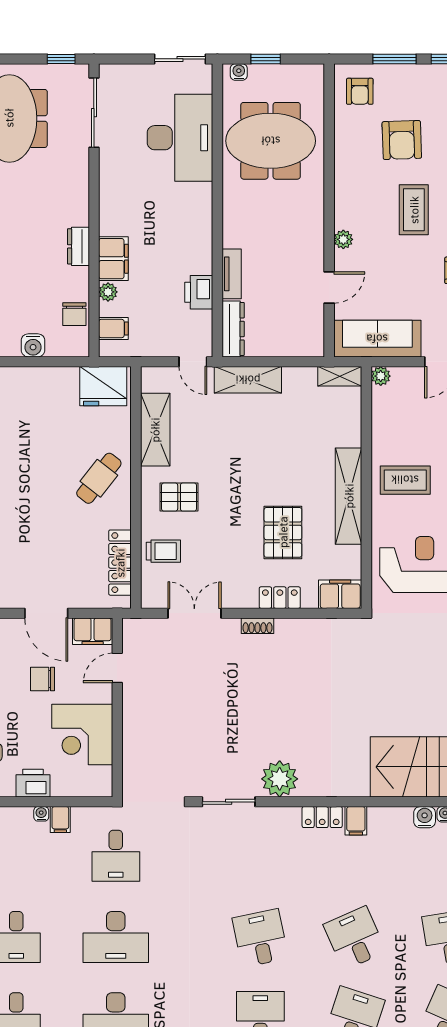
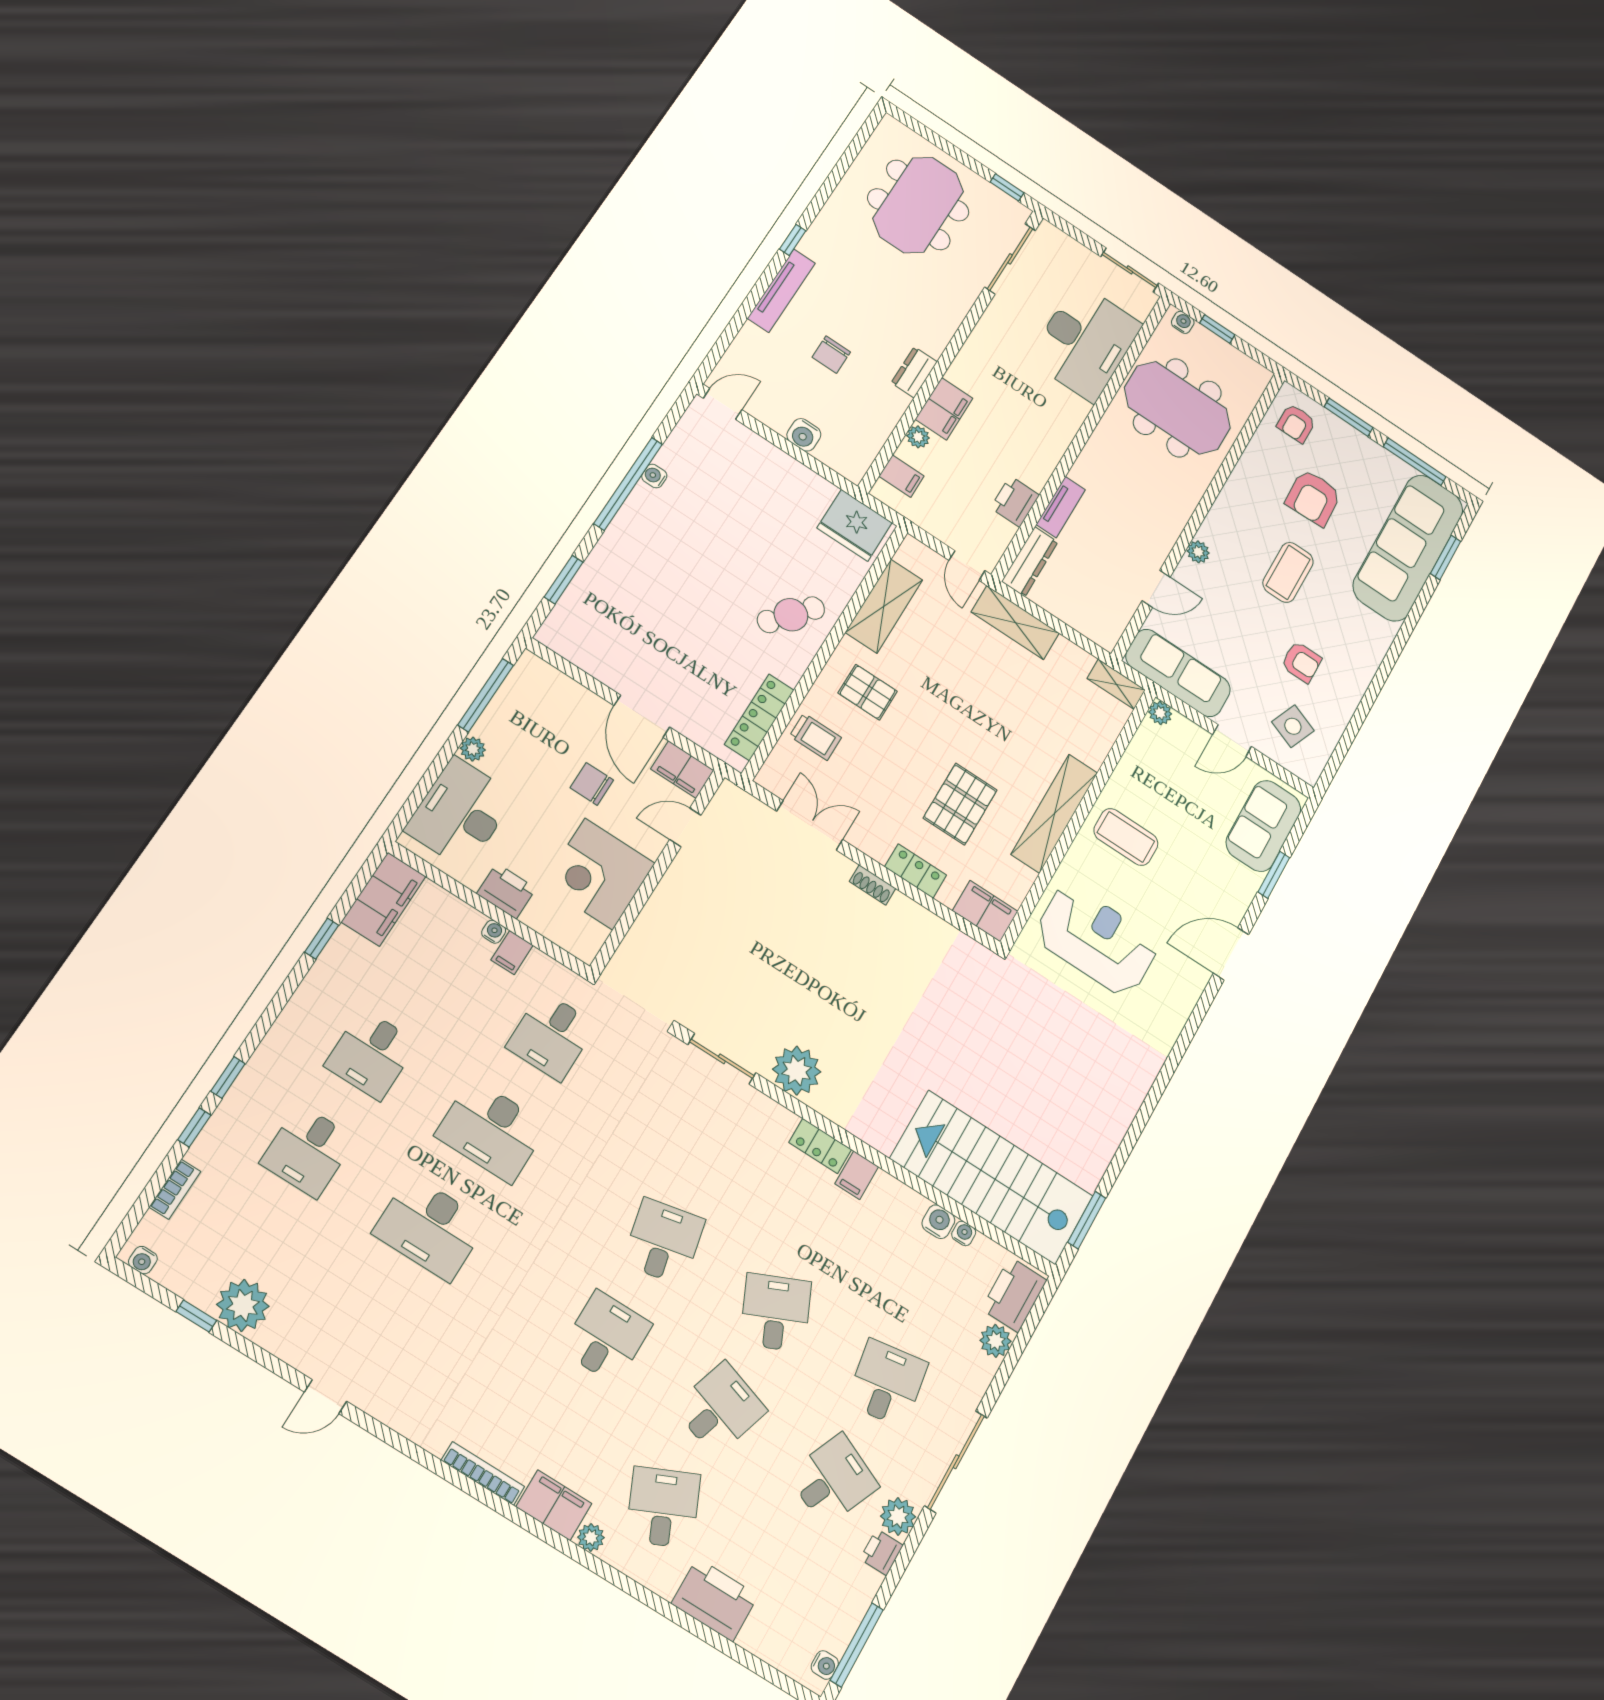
chair: (74, 314) -> (831, 355), moved

